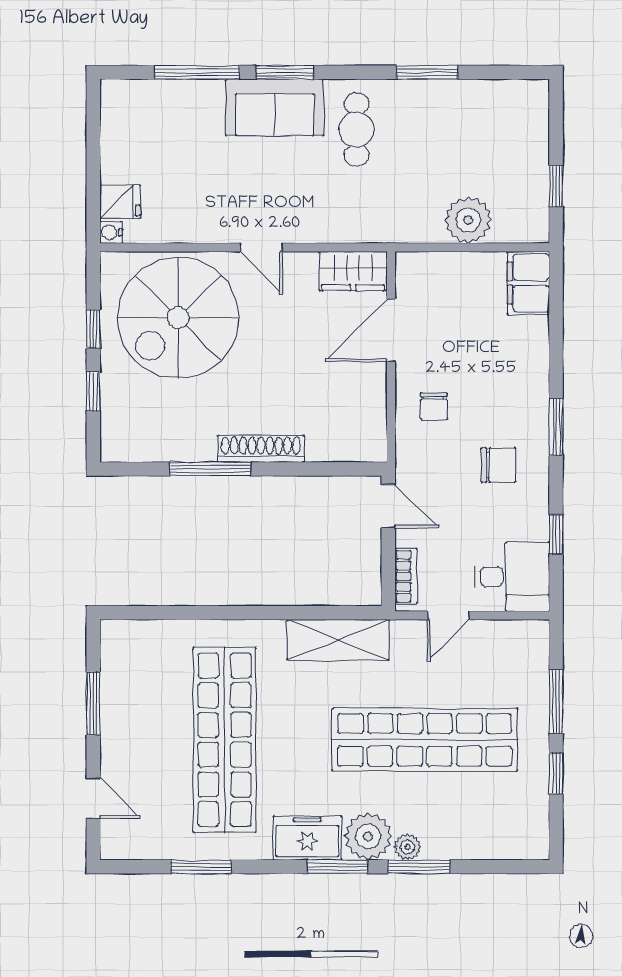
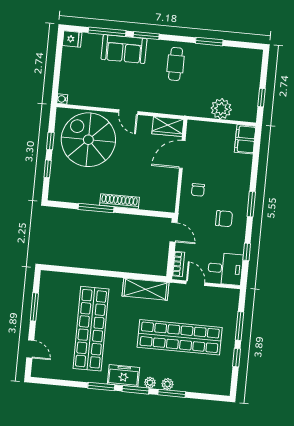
sofa: (275, 107) -> (124, 49), moved
fridge: (120, 202) -> (72, 39), moved
spiral stairs: (178, 318) -> (88, 140), turned 90
door: (448, 615) -> (195, 283), swing flipped
plant: (368, 836) -> (150, 383), width x0.53, depth x0.53
window: (201, 867) -> (101, 387), moved

